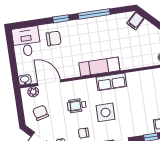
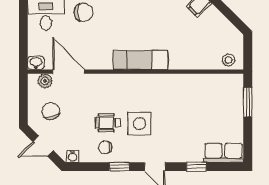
row of seats: (111, 82) -> (154, 83), removed
wheelchair: (77, 106) -> (108, 123), moved

